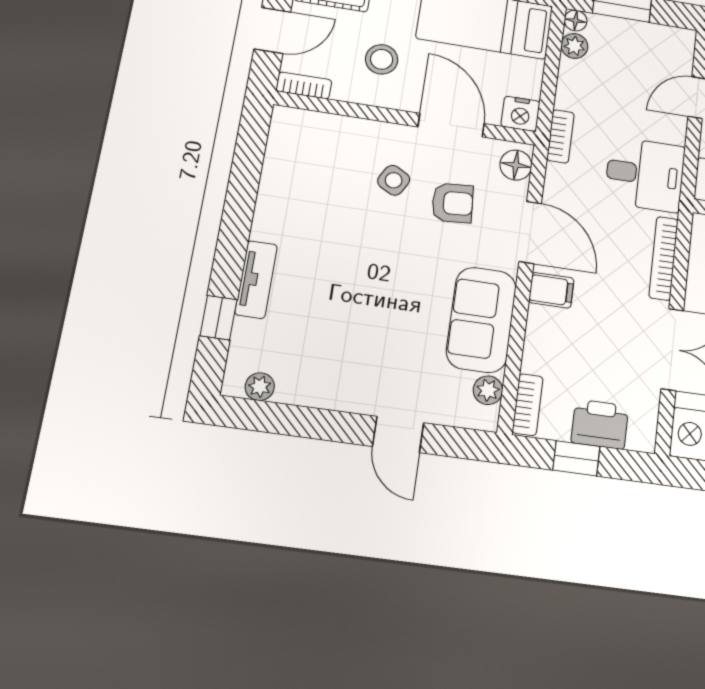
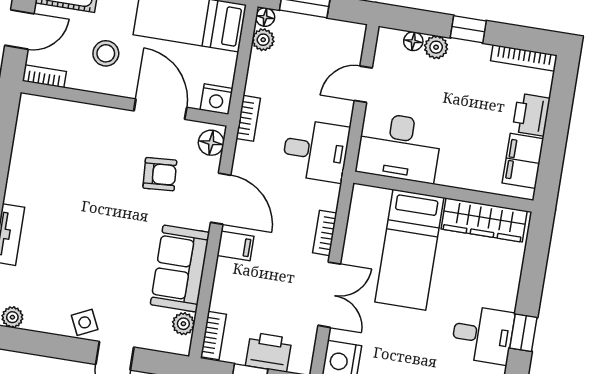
side table: (394, 180) -> (85, 322), moved, turned 36
bookcase: (664, 258) -> (325, 233), width x0.64

